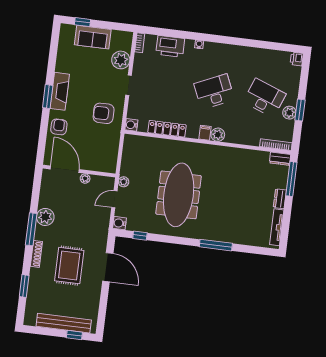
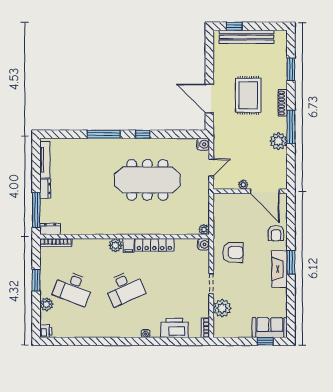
sofa: (93, 37) -> (270, 328), moved
plant: (289, 113) -> (46, 304), moved
locker: (167, 129) -> (154, 245), moved
plant: (124, 182) -> (204, 229), moved
meeting table: (179, 195) -> (147, 180), turned 90
window: (140, 236) -> (143, 134), moved

